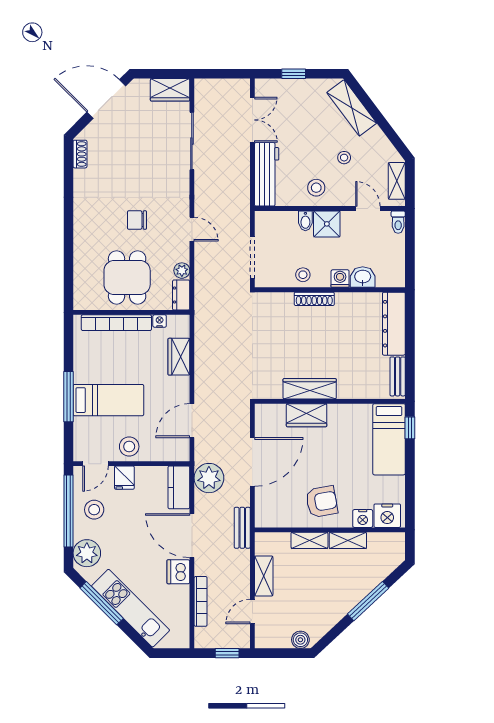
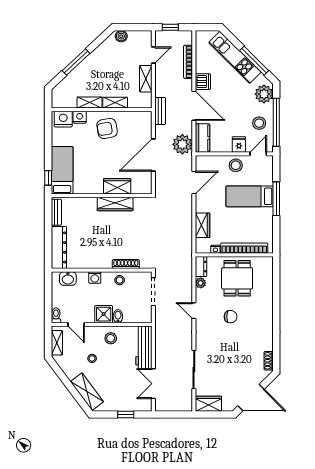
washbasin: (363, 277) -> (68, 279), moved
shoe rack: (314, 299) -> (126, 264), moved

